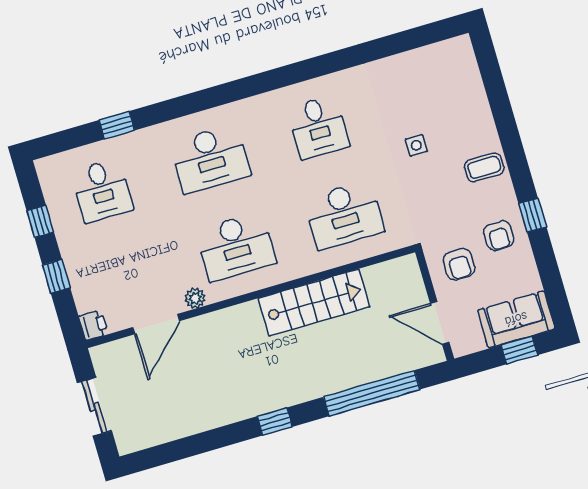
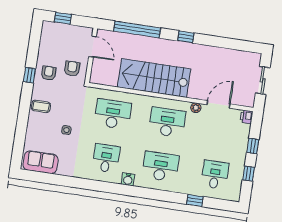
water cooler: (260, 107) -> (128, 179), added
stairs: (314, 303) -> (154, 78), width x1.36, depth x1.51
sofa: (516, 319) -> (41, 162), moved, turned 180

